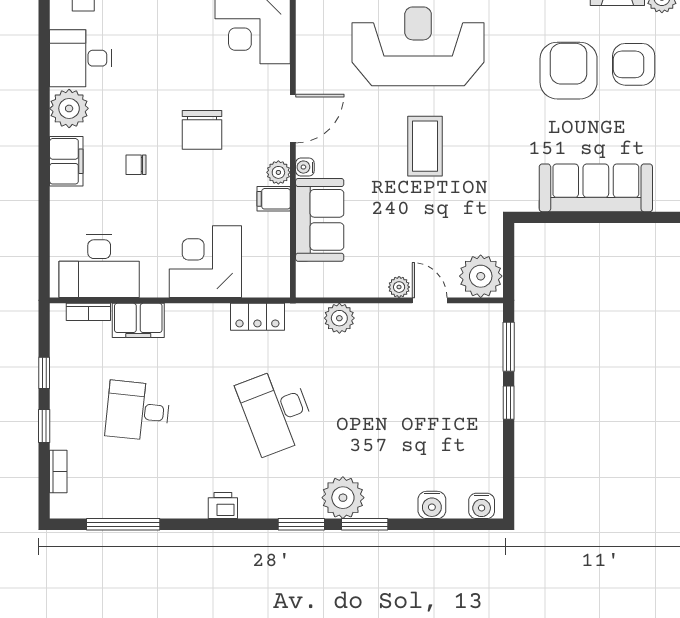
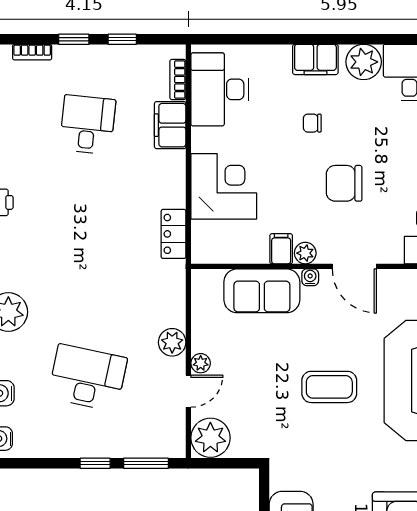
chair: (136, 165) -> (312, 123), turned -90
plant: (339, 318) -> (172, 342), moved
desk: (276, 411) -> (87, 378), moved, turned 33

